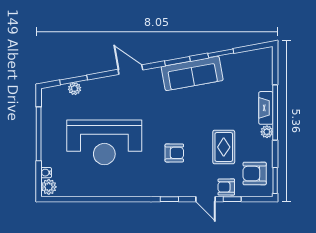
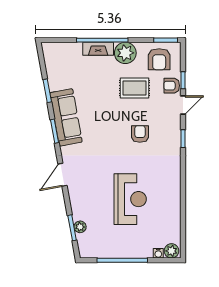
plant: (267, 132) -> (125, 53), width x1.87, depth x1.87
reception desk: (104, 142) -> (130, 199), width x0.74, depth x0.77
armchair: (226, 187) -> (172, 86), turned 90

